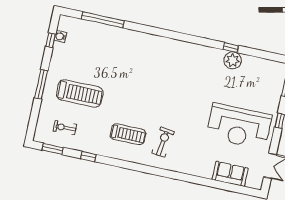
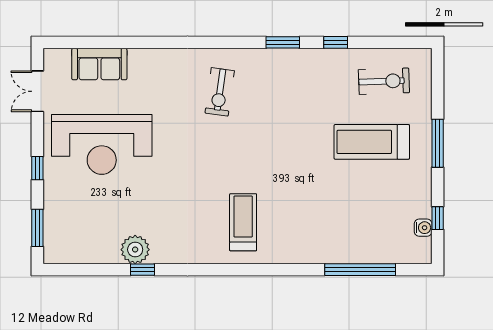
reception desk: (239, 126) -> (102, 144), turned 180
exercise bike: (65, 128) -> (384, 81), width x1.38, depth x1.39
treadmill: (128, 134) -> (243, 222), moved, turned 90
window: (53, 149) -> (283, 42), moved

